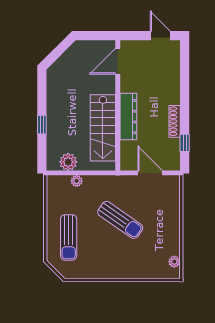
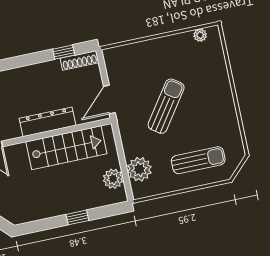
shoe rack: (175, 121) -> (79, 60), moved
door: (150, 173) -> (109, 99), moved
plant: (77, 181) -> (139, 169), width x1.87, depth x1.87

